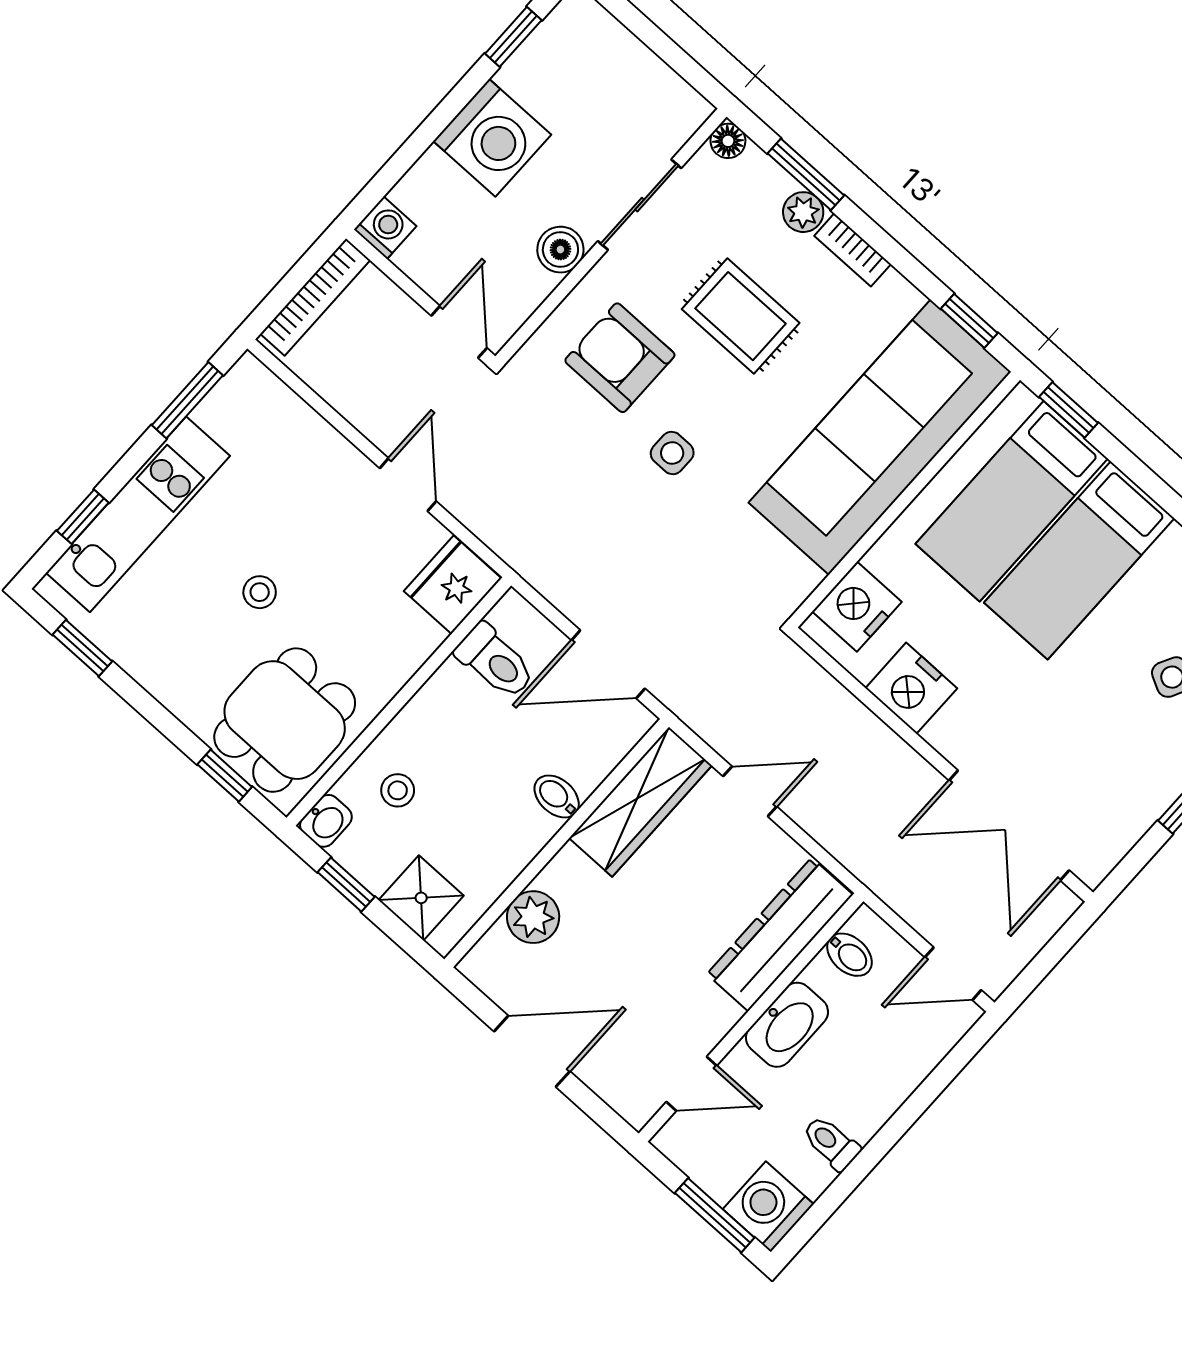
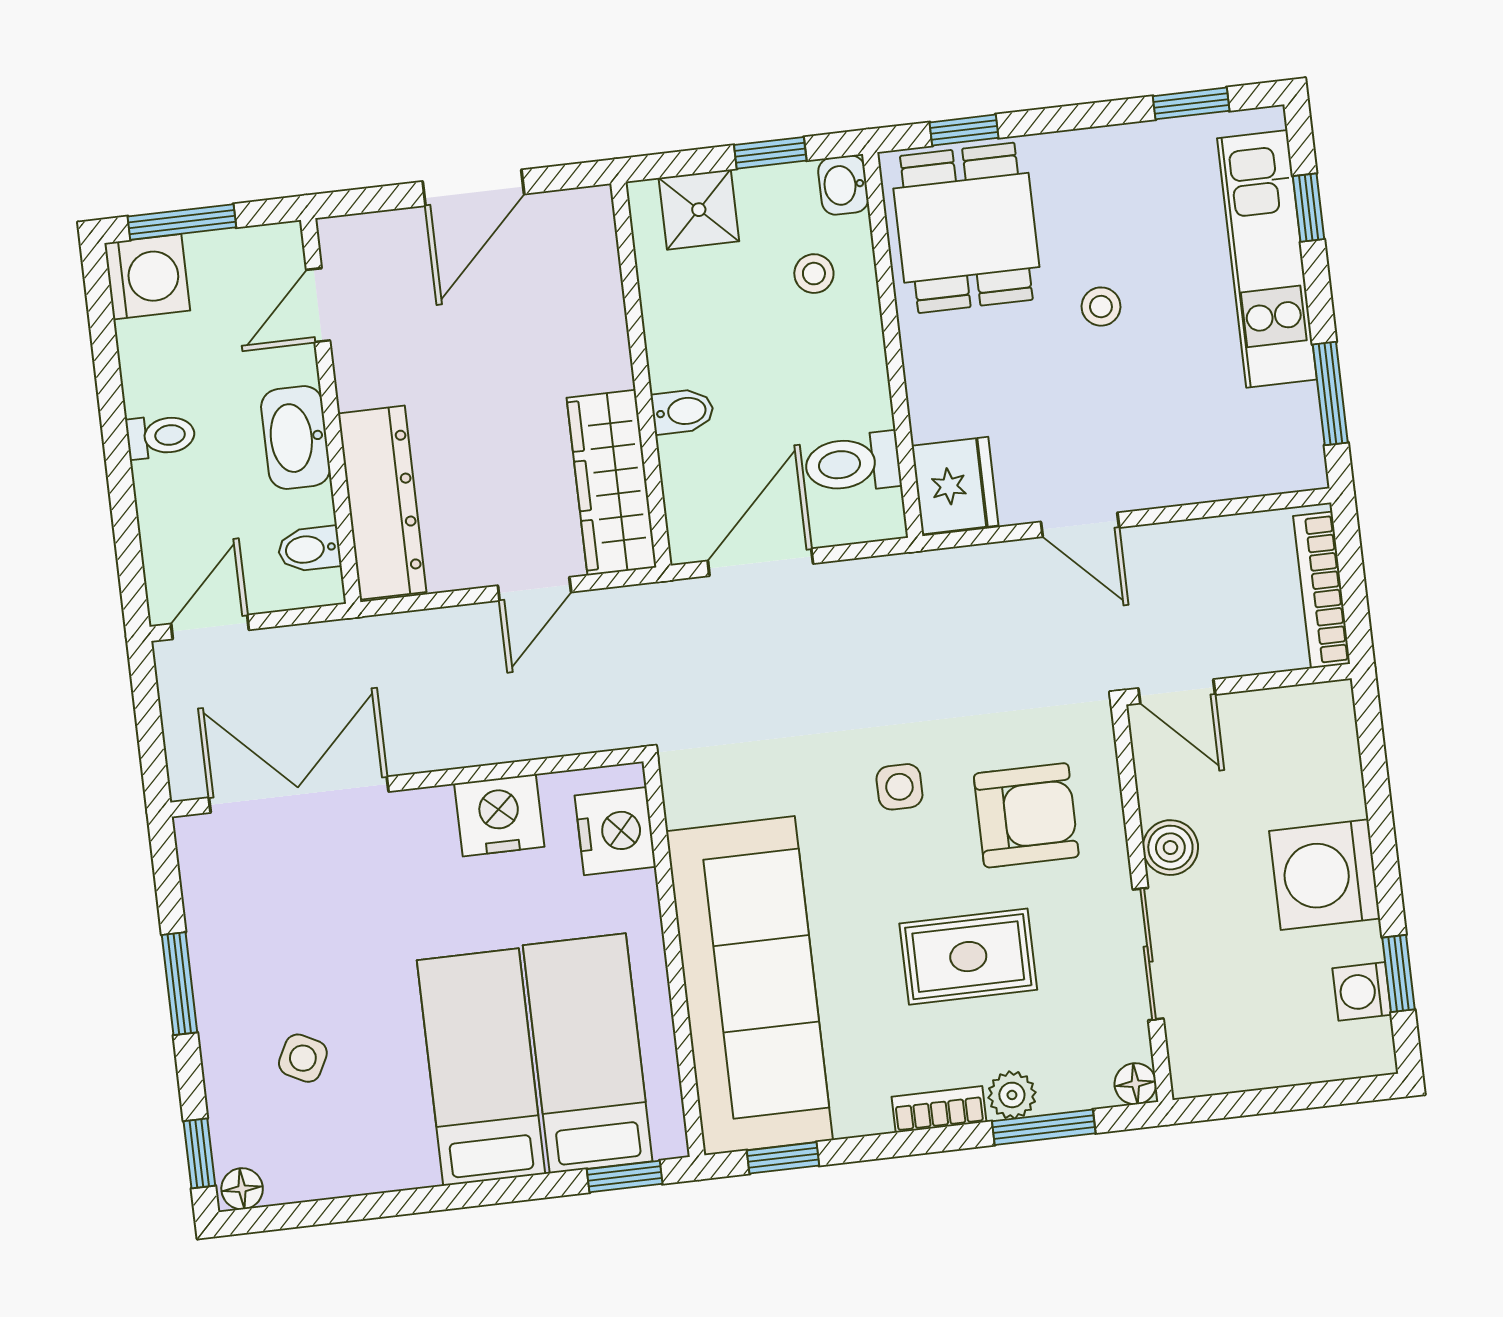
washing machine: (385, 228) -> (1362, 991), moved, turned 90
plant: (533, 917) -> (593, 295), removed
toilet: (831, 1143) -> (161, 436), moved

